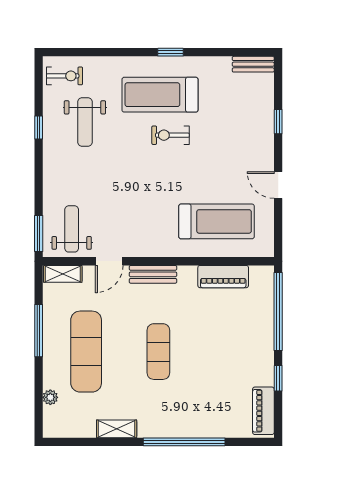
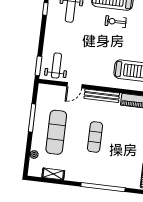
shelving: (63, 274) -> (49, 89), removed
bench: (153, 274) -> (102, 96), width x1.36
shelving: (117, 429) -> (53, 174), moved

